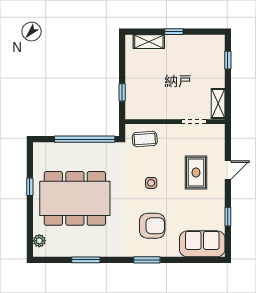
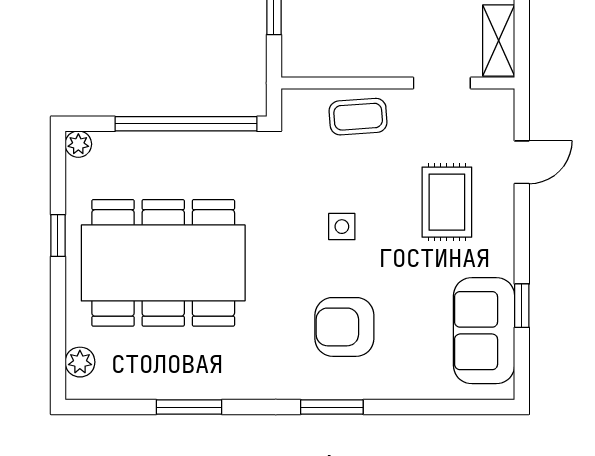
coffee table: (145, 139) -> (358, 117), moved
plant: (39, 148) -> (78, 144), added
door: (228, 170) -> (522, 162), moved
armchair: (152, 226) -> (344, 327), turned 180
sofa: (202, 244) -> (484, 331), moved, turned -90

